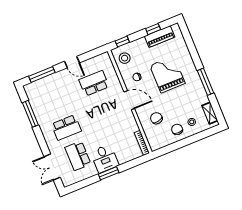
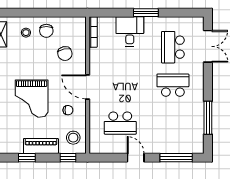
piano: (160, 37) -> (41, 146), moved
school desk: (78, 156) -> (173, 47), turned 180
desk: (105, 159) -> (130, 31), moved

